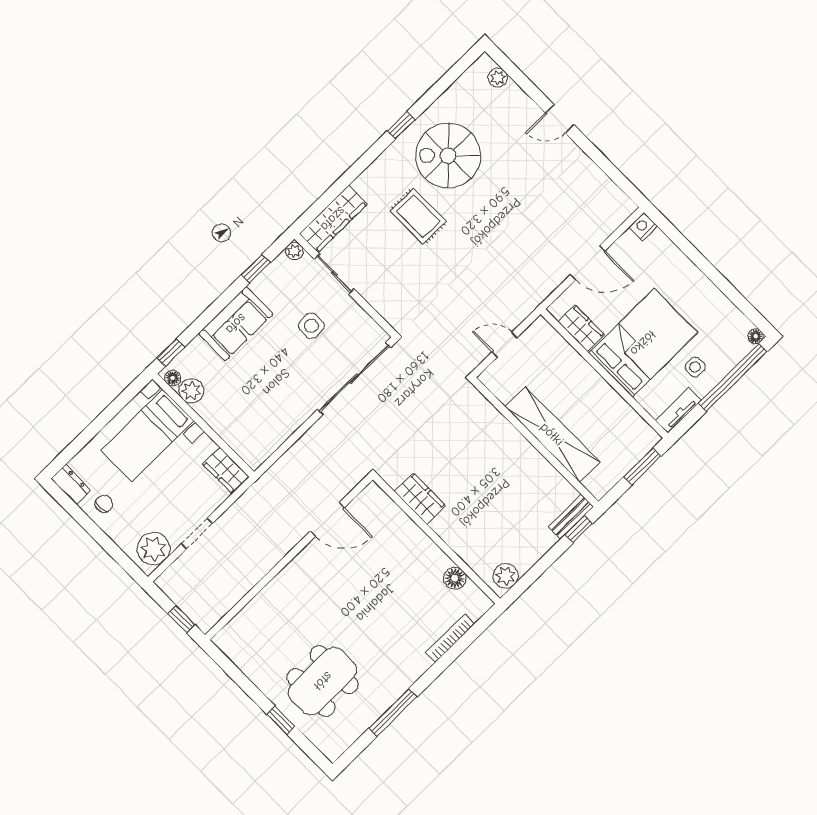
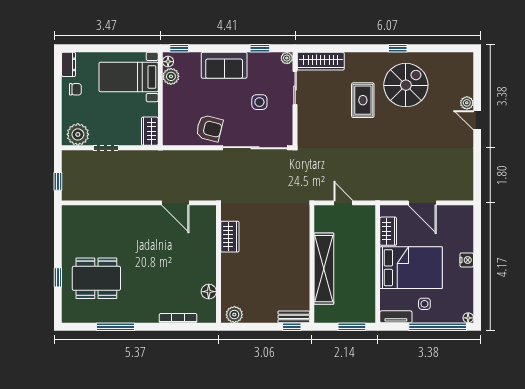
plant: (498, 78) -> (467, 103), moved
spiral stairs: (448, 156) -> (406, 85), turned 90
nightstand: (643, 227) -> (467, 260), moved, turned 90
armchair: (286, 405) -> (209, 128), added

